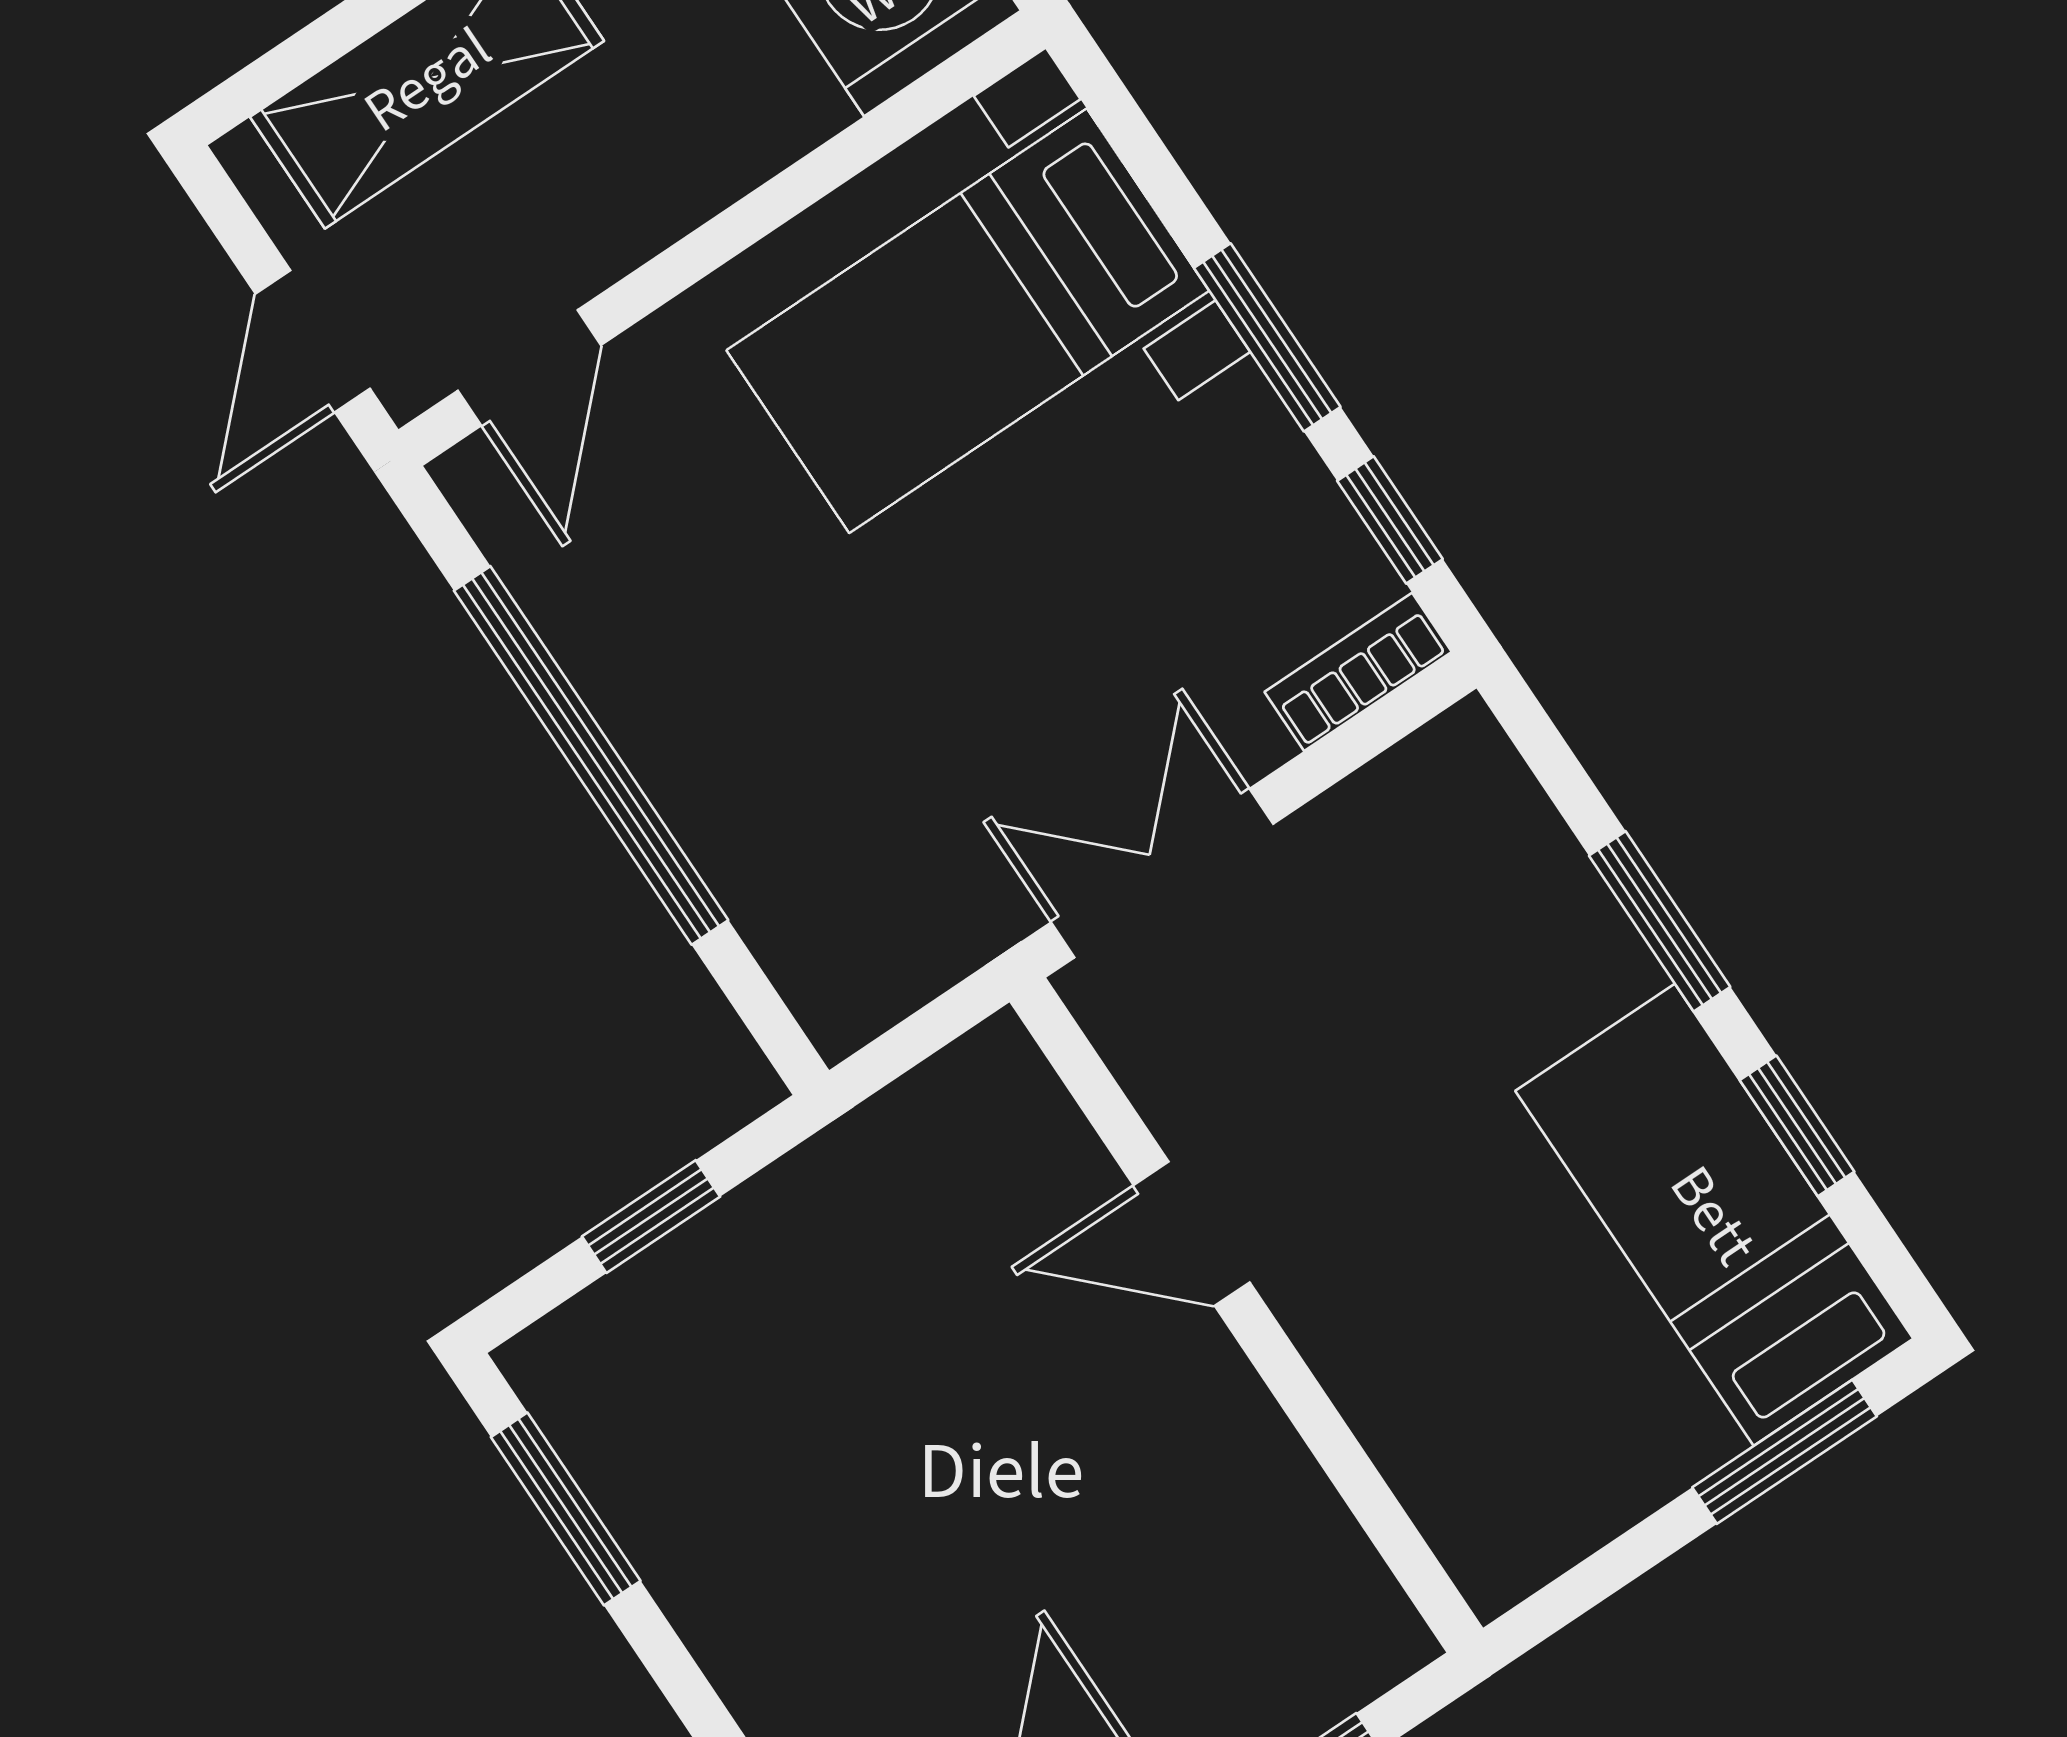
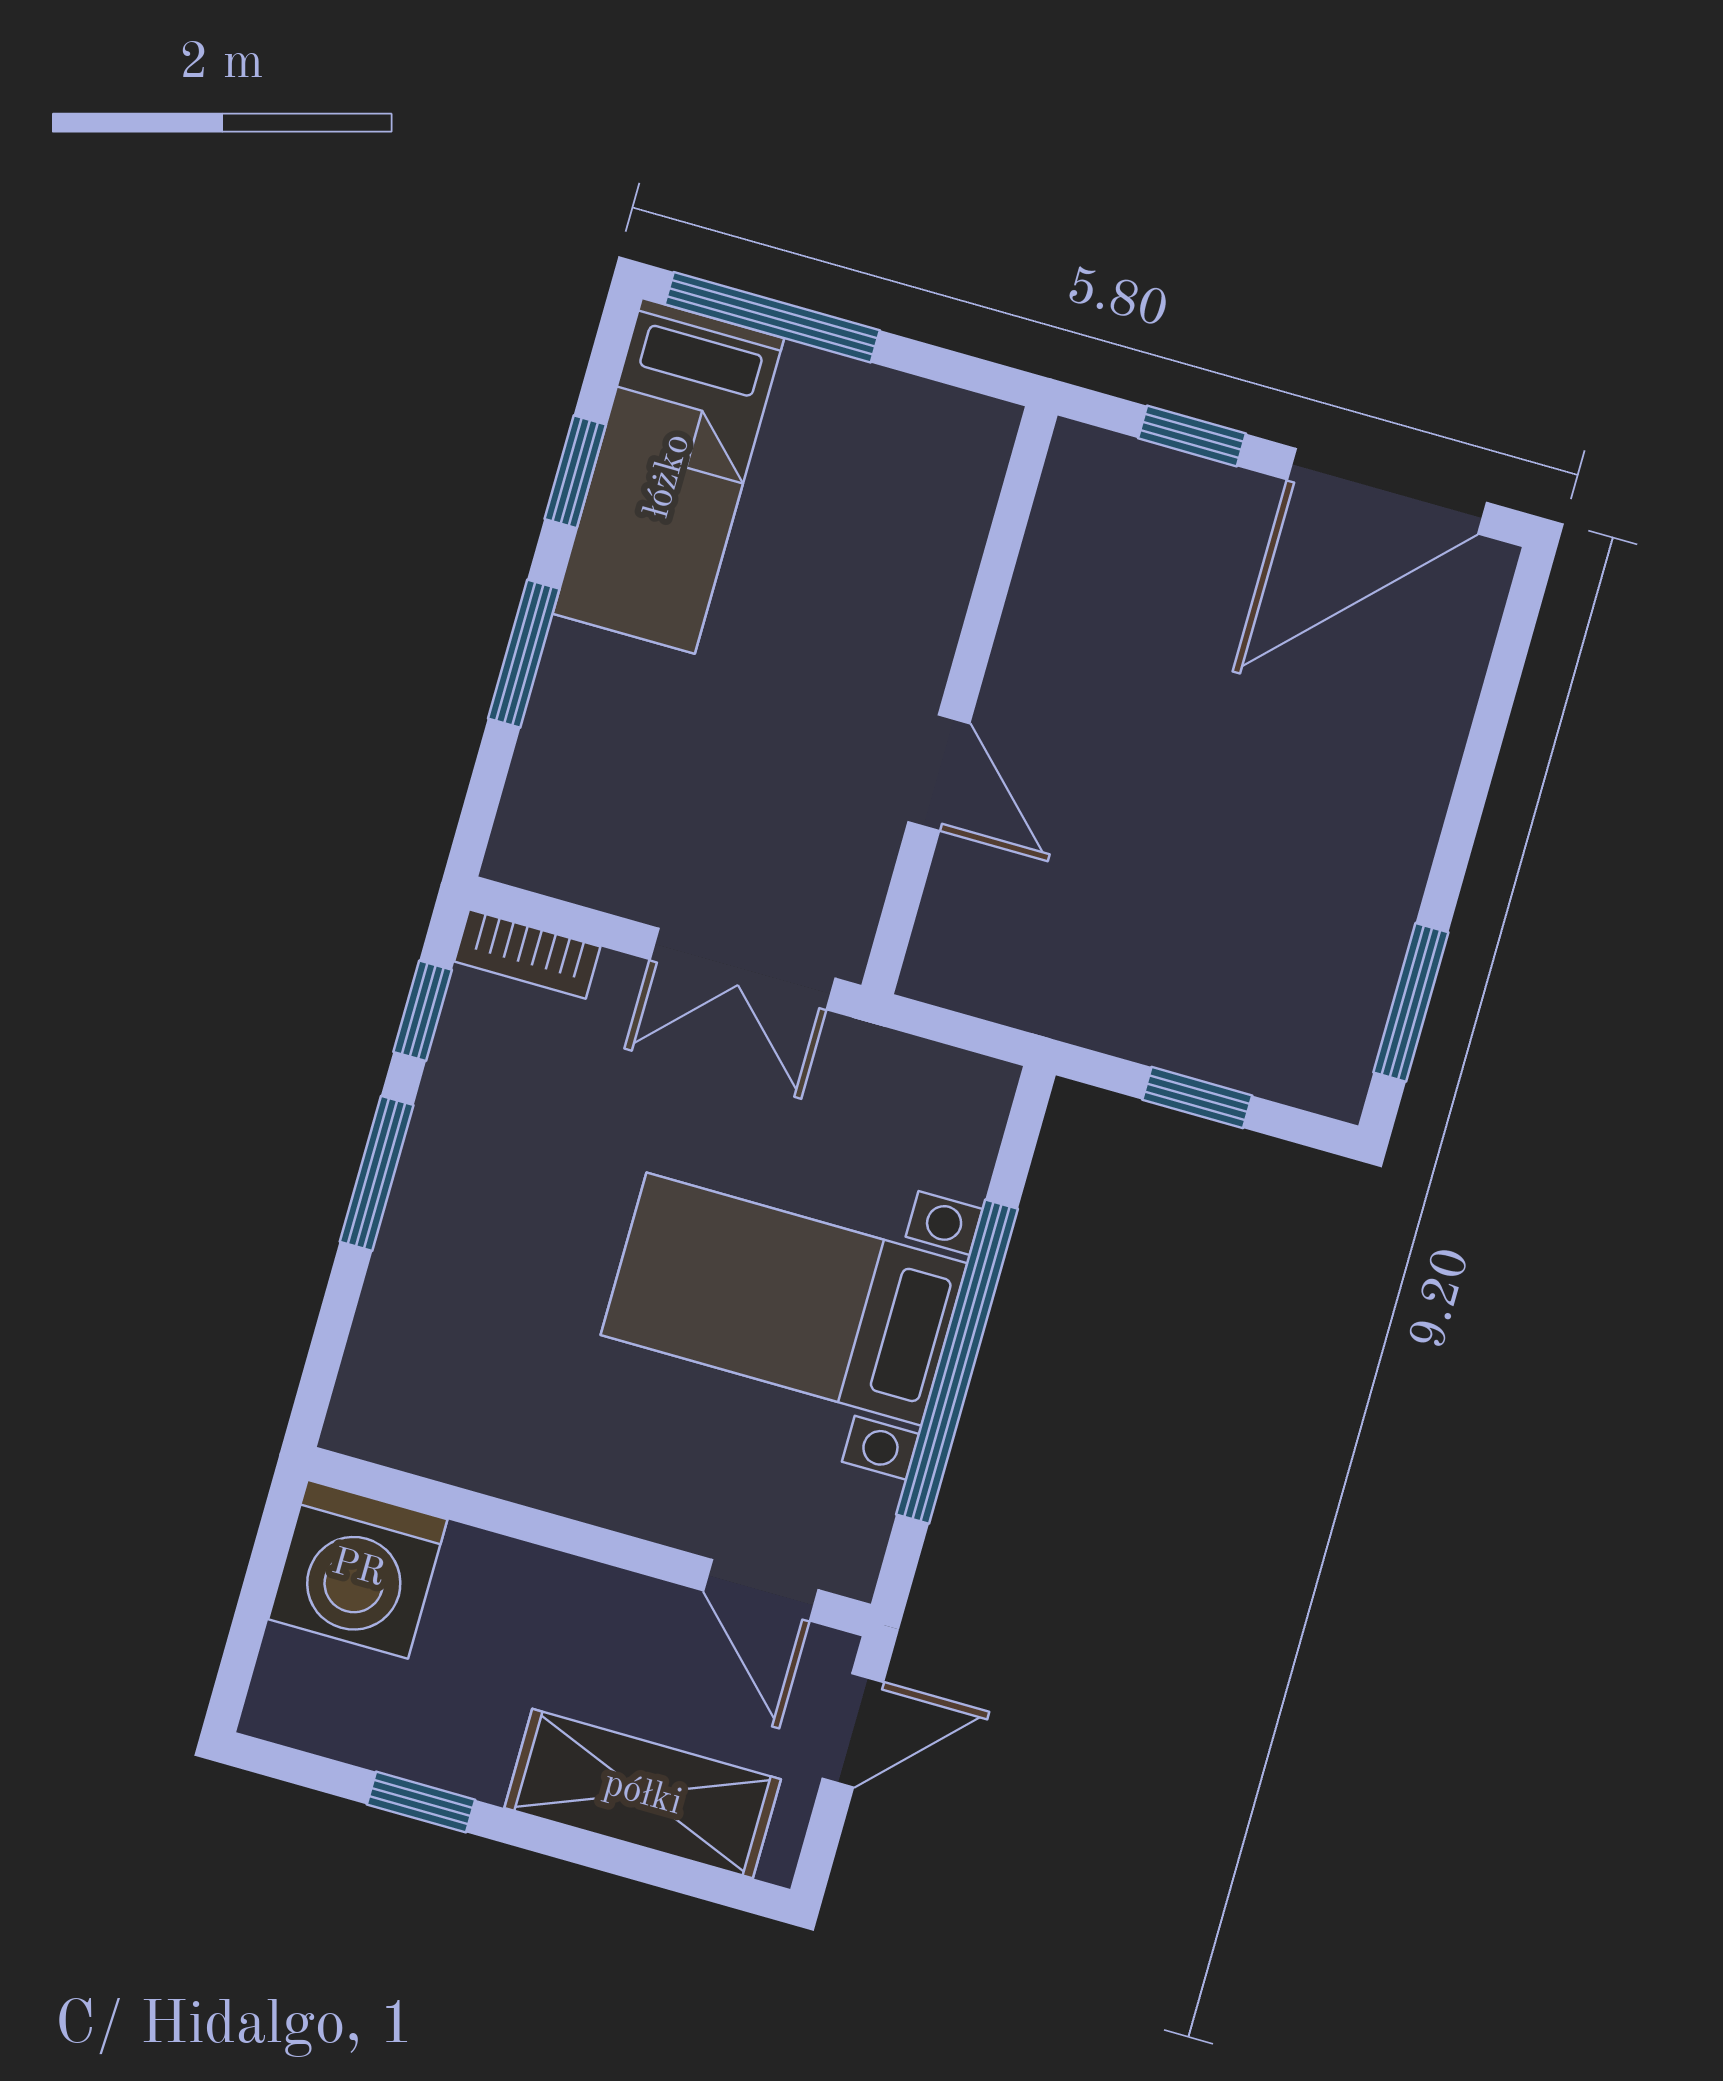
bed with nightstands: (968, 321) -> (784, 1299), moved, turned 180
door: (529, 368) -> (761, 1590), swing flipped
window: (1785, 1452) -> (772, 317), width x1.44

